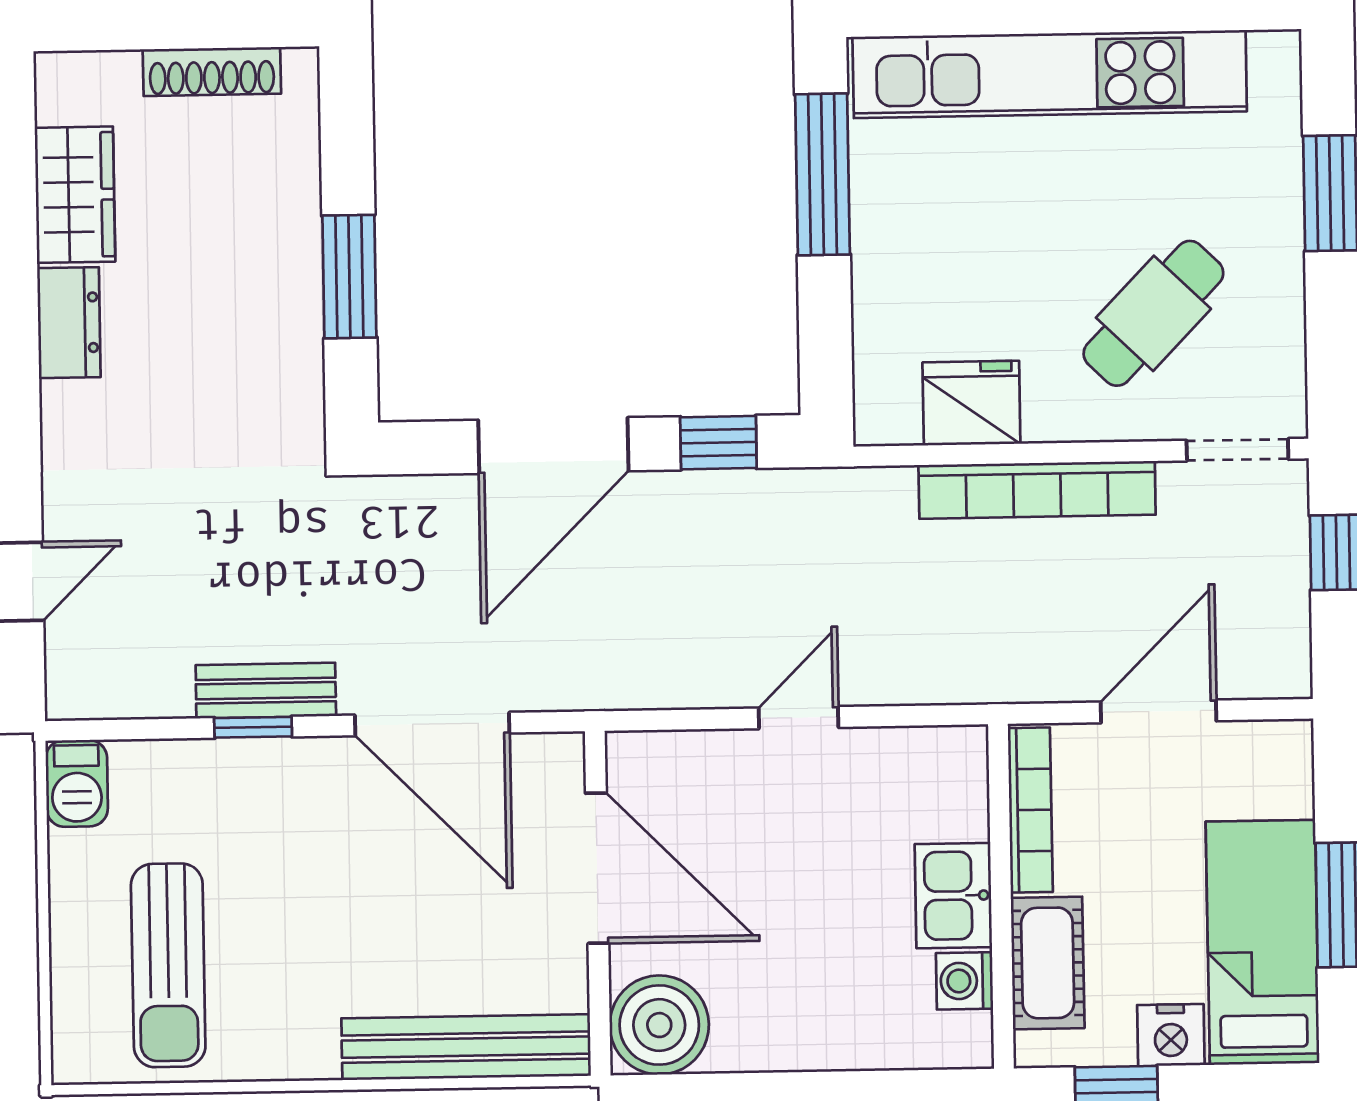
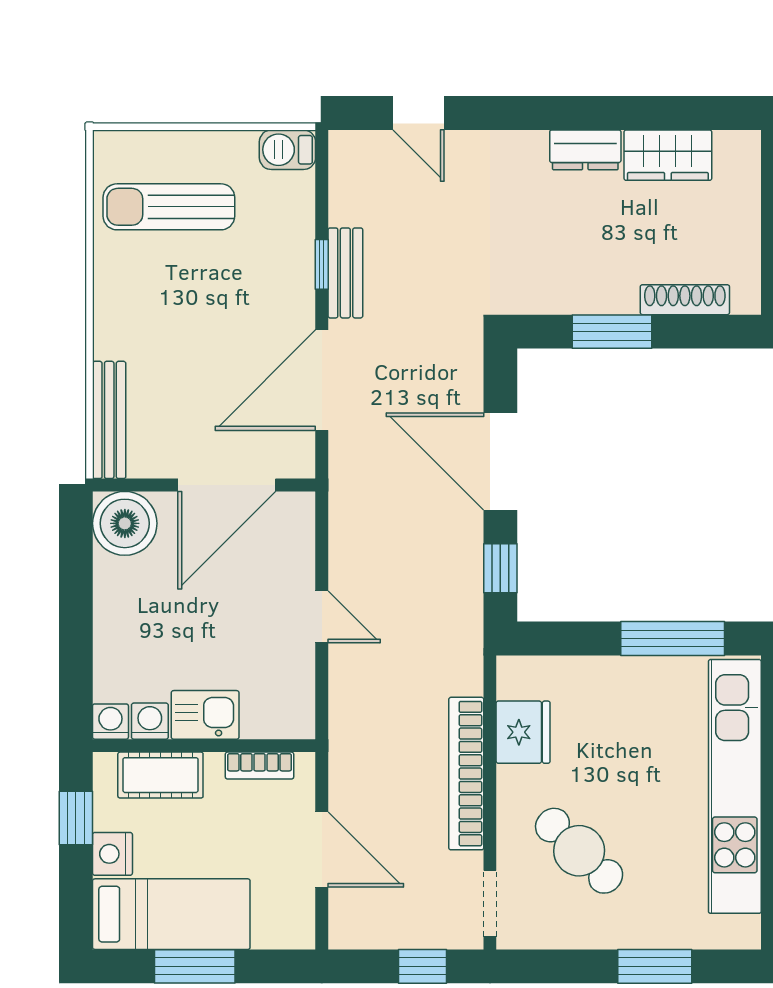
shoe rack: (212, 72) -> (685, 300), moved, turned 90
bookcase: (1030, 810) -> (260, 766), width x0.64
washing machine: (966, 1042) -> (110, 722), added
bench: (466, 1047) -> (109, 420), width x0.73, depth x0.82

